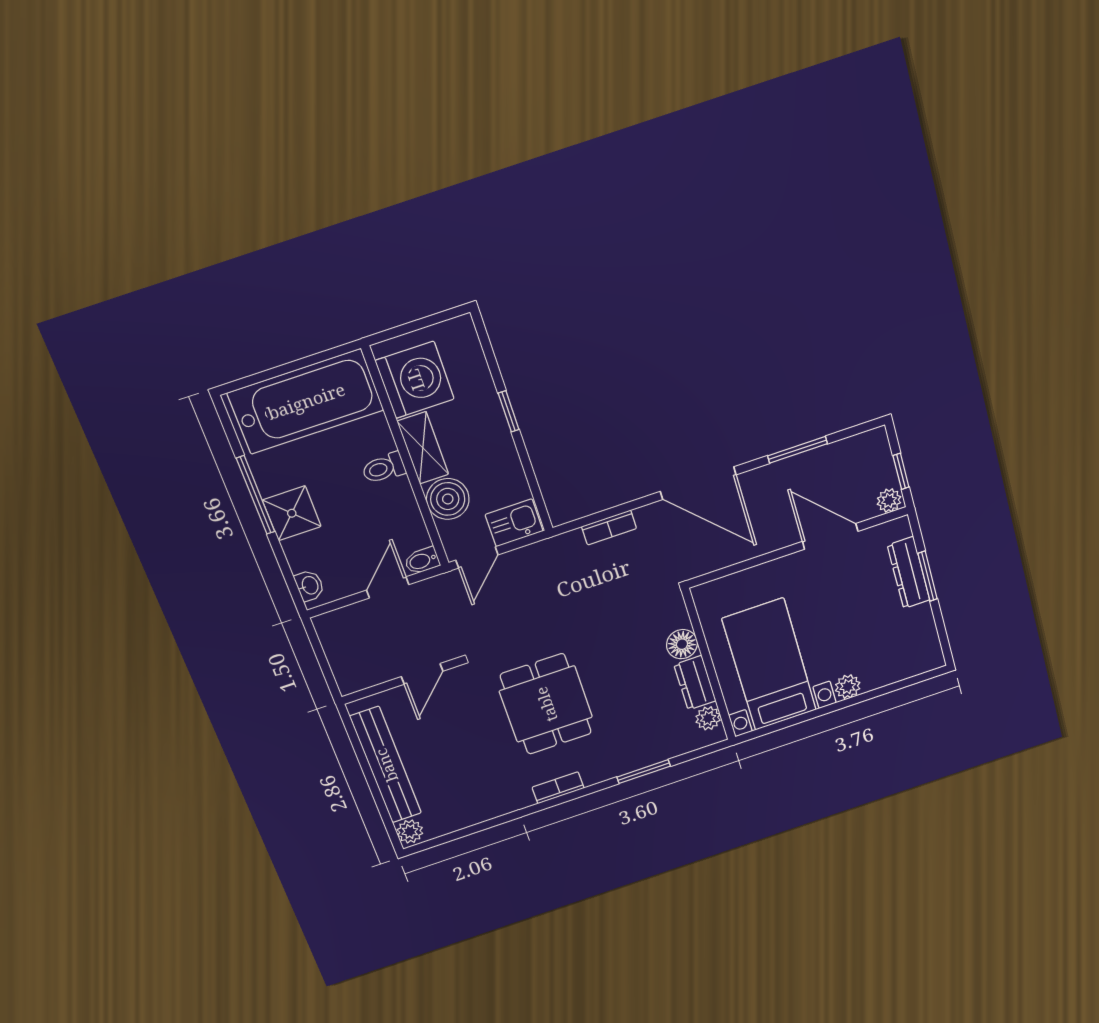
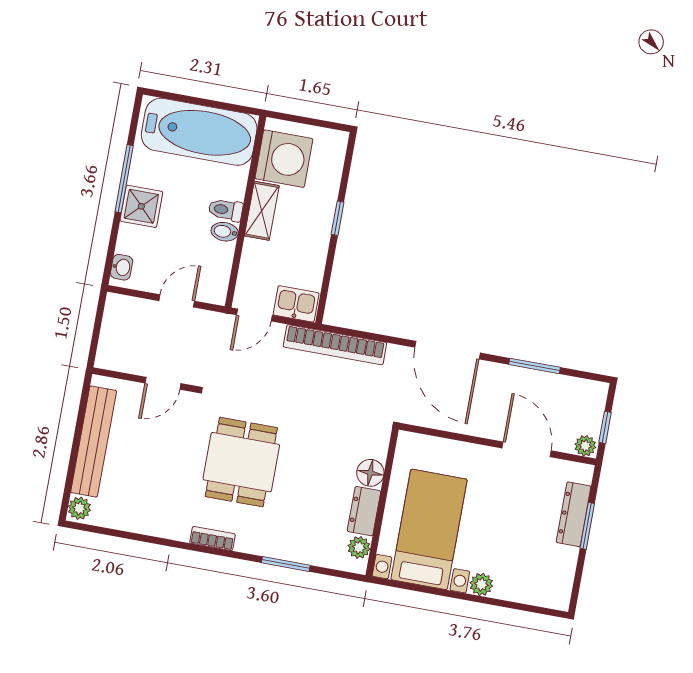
boiler: (448, 499) -> (258, 259), removed
bookcase: (609, 527) -> (335, 345), width x2.31, depth x1.31
bidet: (422, 561) -> (225, 232), moved

